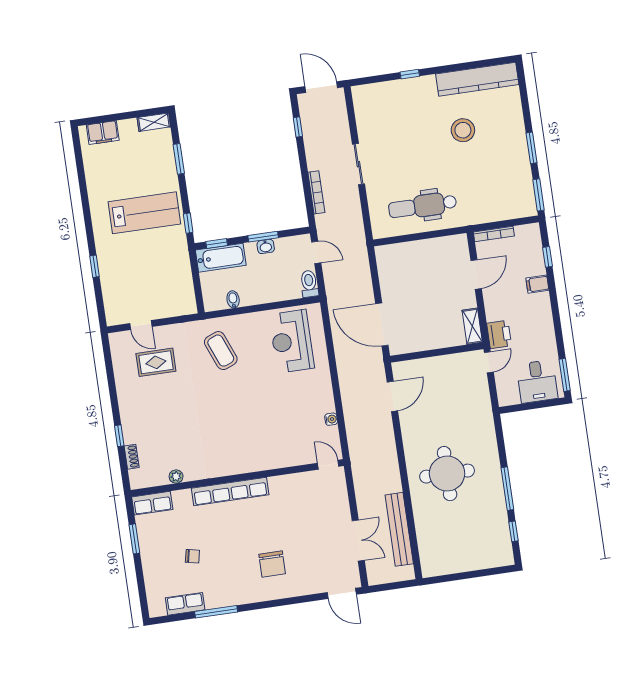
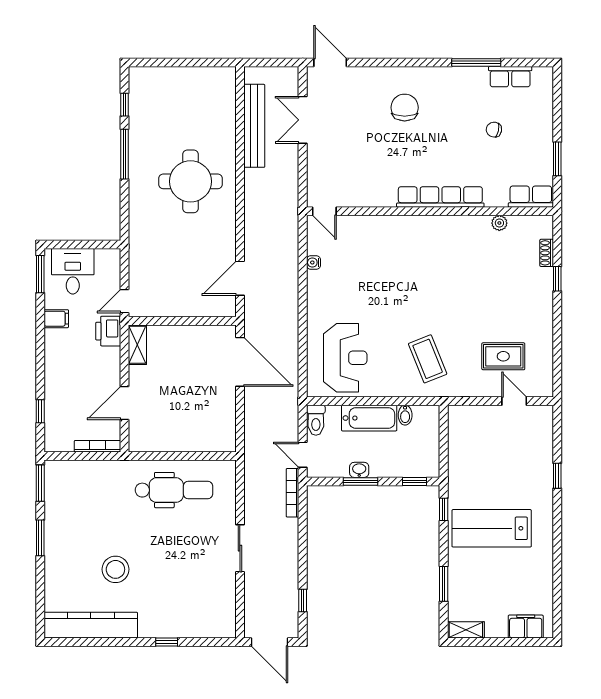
bookcase: (316, 192) -> (292, 493), moved
bathtub: (221, 258) -> (369, 418), moved, turned 180
filing cabinet: (537, 284) -> (56, 319), moved

